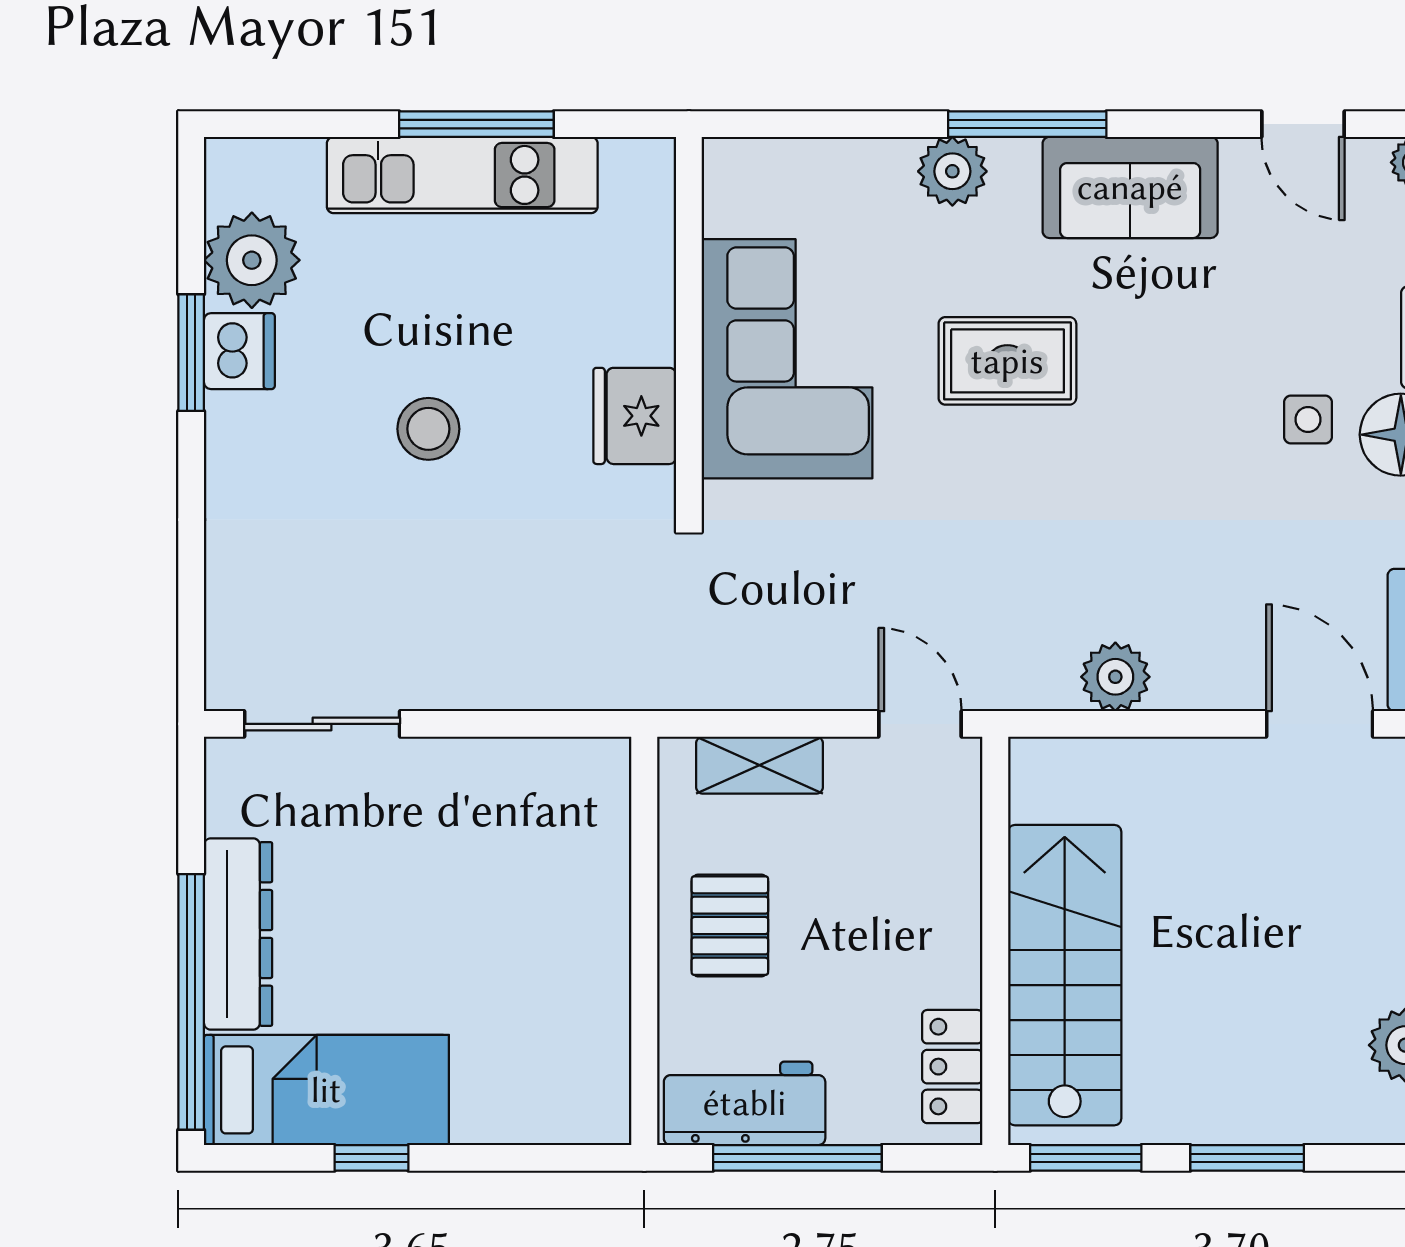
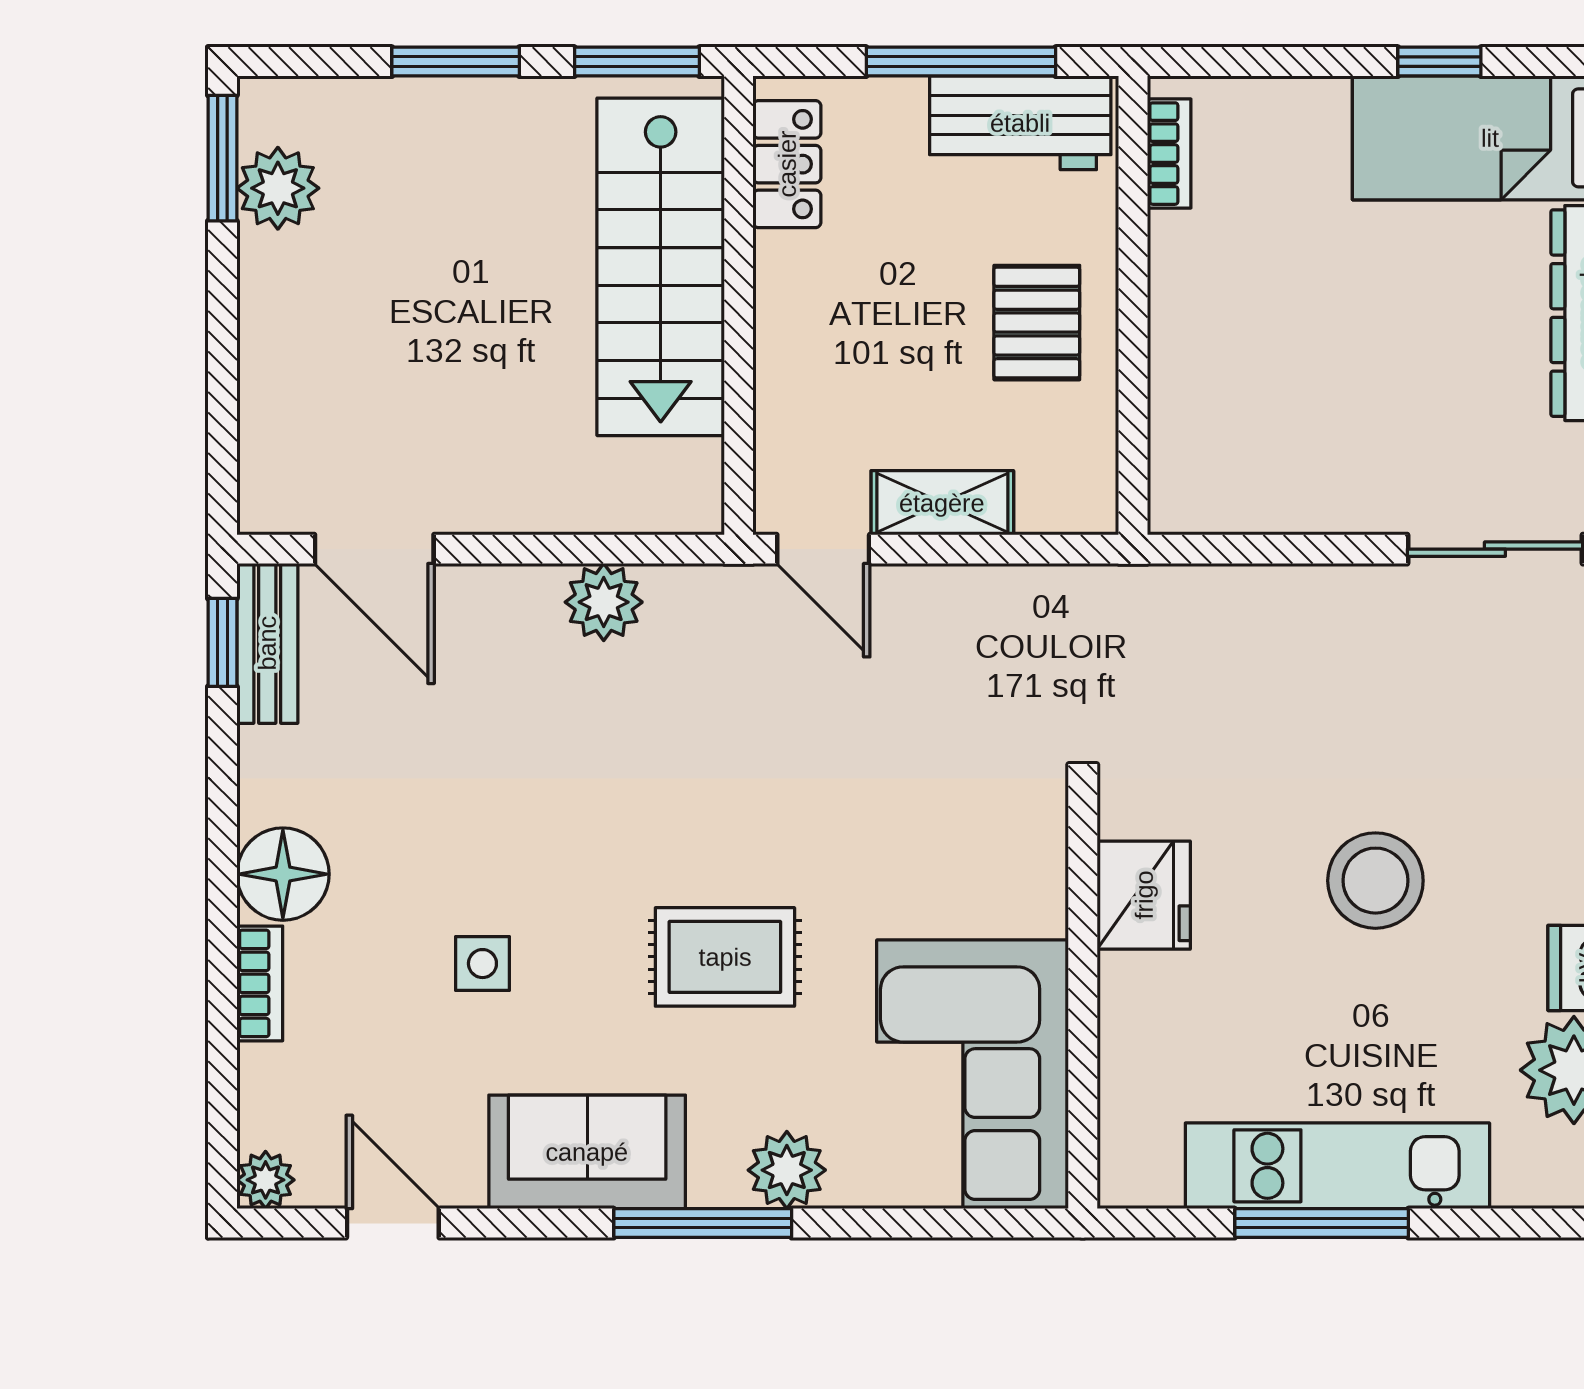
corner sofa: (787, 359) -> (973, 1074), moved
side table: (1308, 419) -> (482, 964), moved
stool: (428, 429) -> (1375, 881), width x1.38, depth x1.38
shelving: (760, 765) -> (942, 503), moved
bookcase: (612, 1076) -> (1169, 154), added

